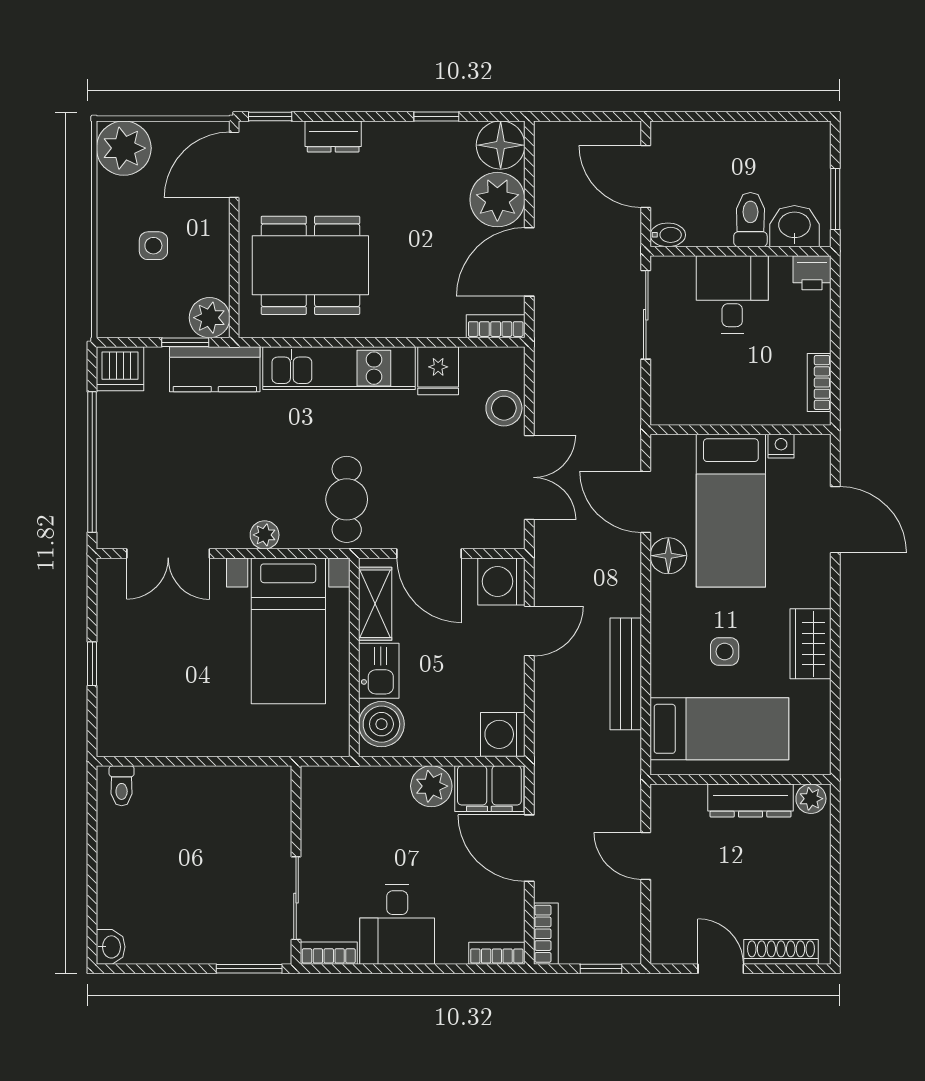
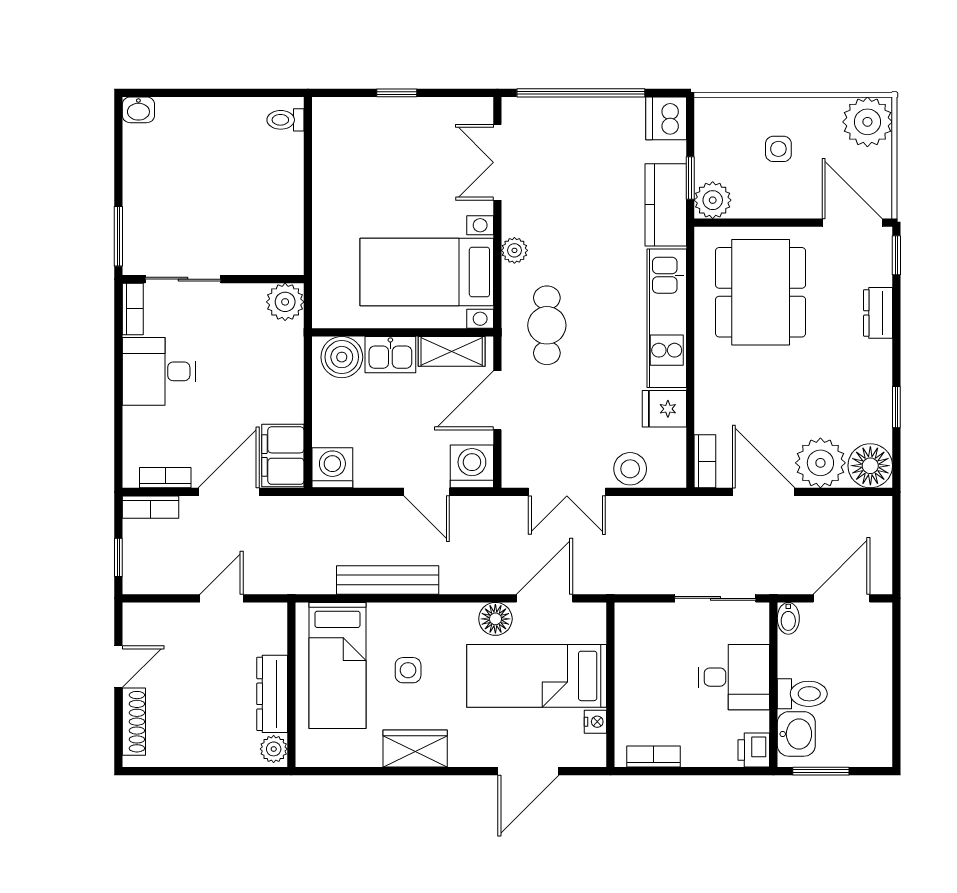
cafe table: (347, 499) -> (547, 325), turned 90
plant: (431, 786) -> (285, 302), moved
bookcase: (497, 953) -> (165, 478), moved, turned -90

